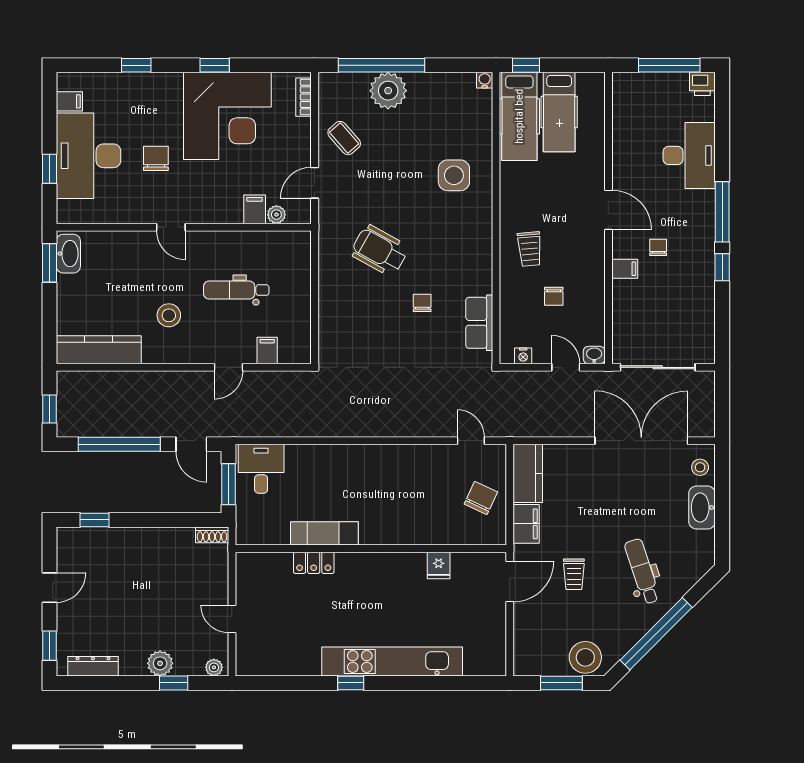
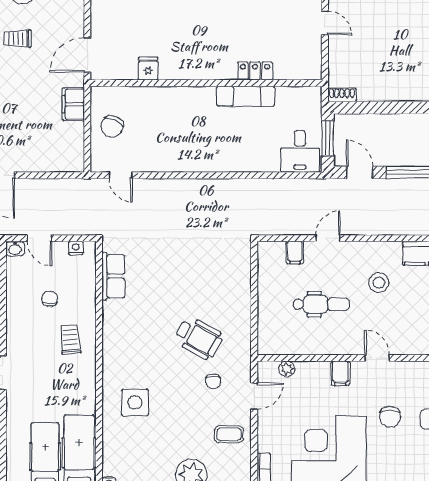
coffee table: (344, 138) -> (229, 434), turned -49
filing cabinet: (255, 209) -> (340, 373), moved
chair: (422, 303) -> (213, 381), moved
kitchen counter: (528, 473) -> (72, 147), removed
trolley: (574, 574) -> (18, 39), moved, turned -90

